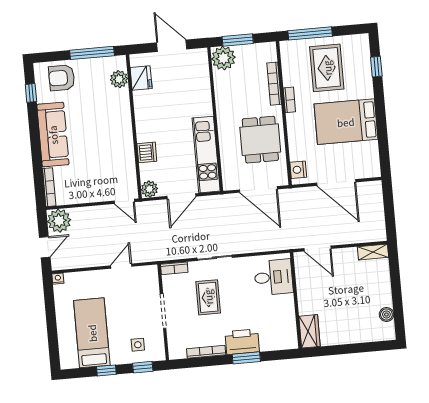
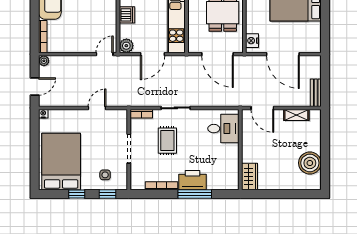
door: (124, 201) -> (105, 54), swing flipped
plant: (59, 221) -> (44, 61), width x0.53, depth x0.53
bench: (379, 225) -> (316, 93), added
shelving: (373, 252) -> (296, 115), moved
boiler: (386, 314) -> (310, 163), width x1.86, depth x1.86
bed: (92, 333) -> (61, 162), width x1.50
window: (246, 358) -> (195, 194), width x1.44

